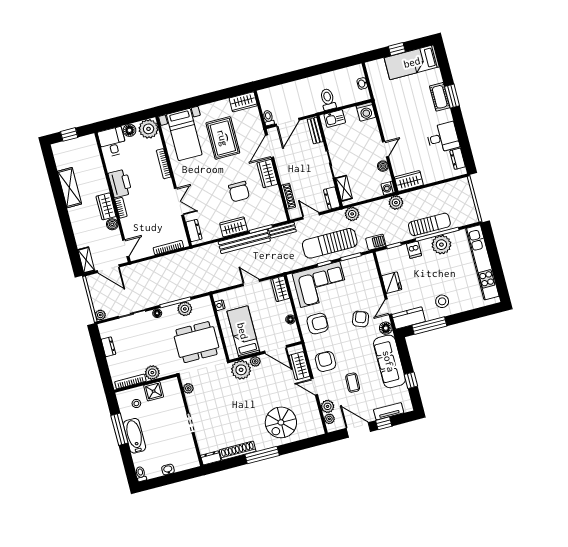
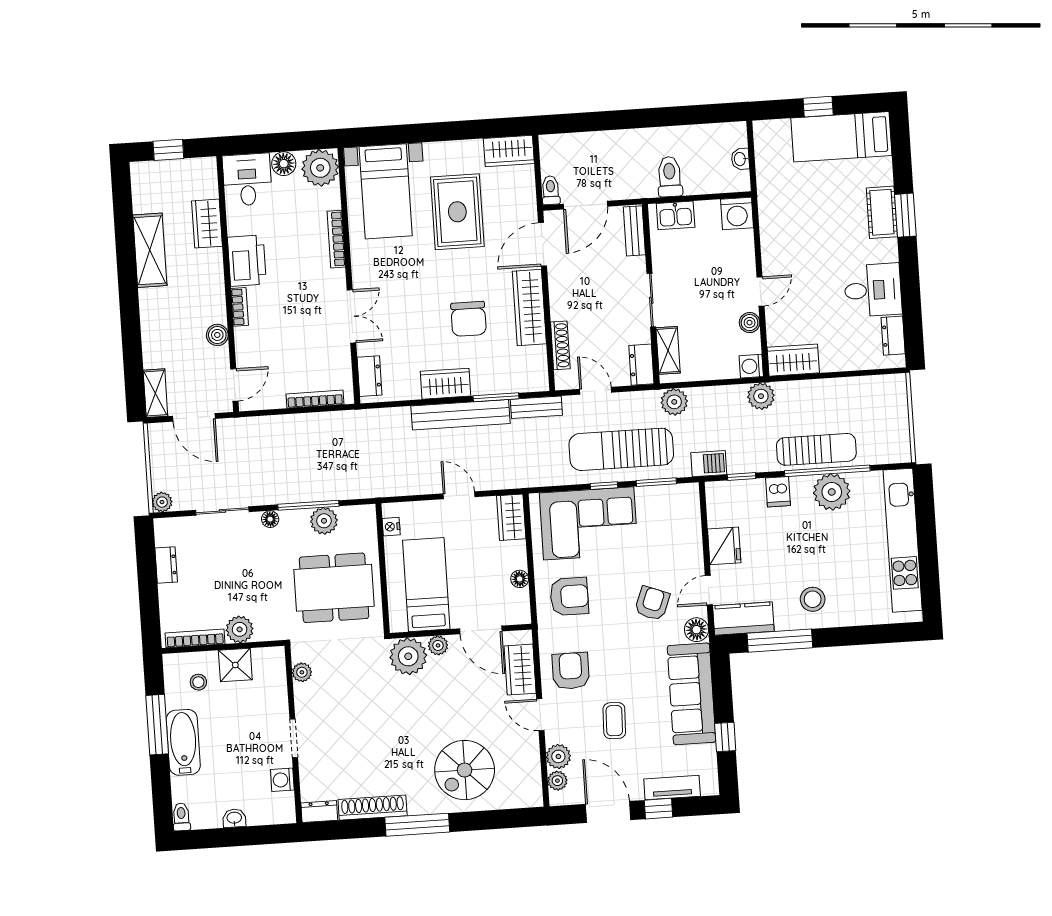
wardrobe: (267, 174) -> (529, 308), width x1.50
wardrobe: (106, 206) -> (207, 224), moved
washing machine: (189, 445) -> (282, 780), added

